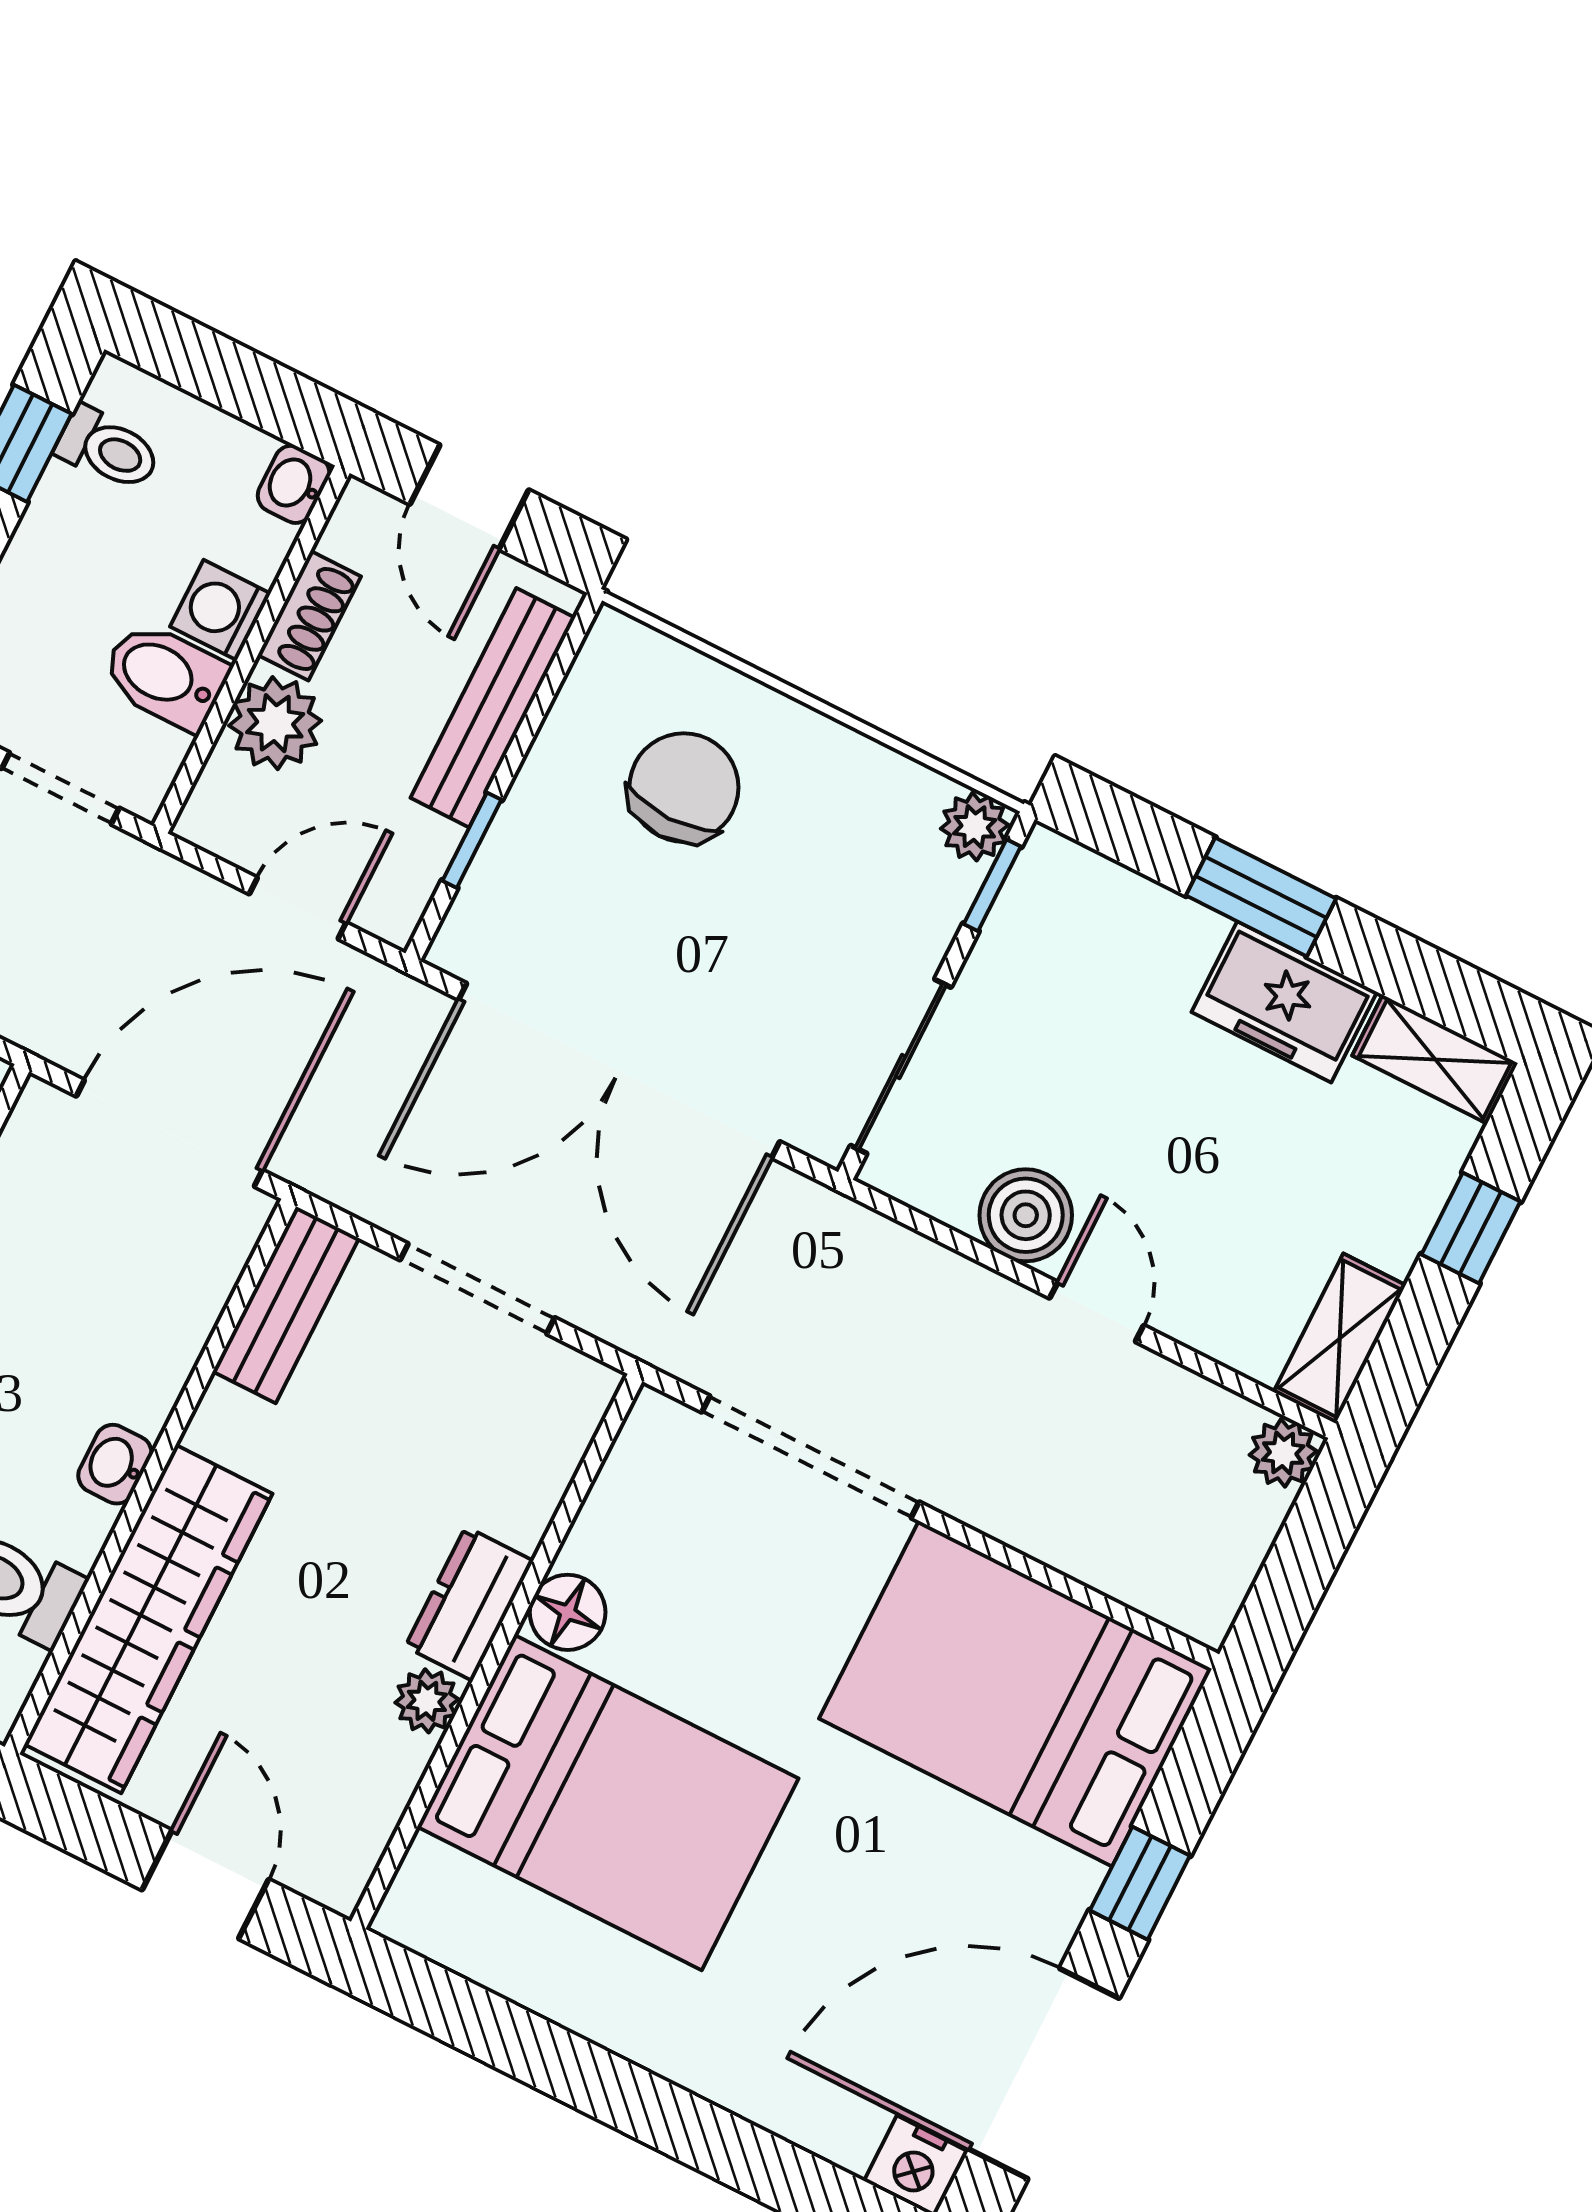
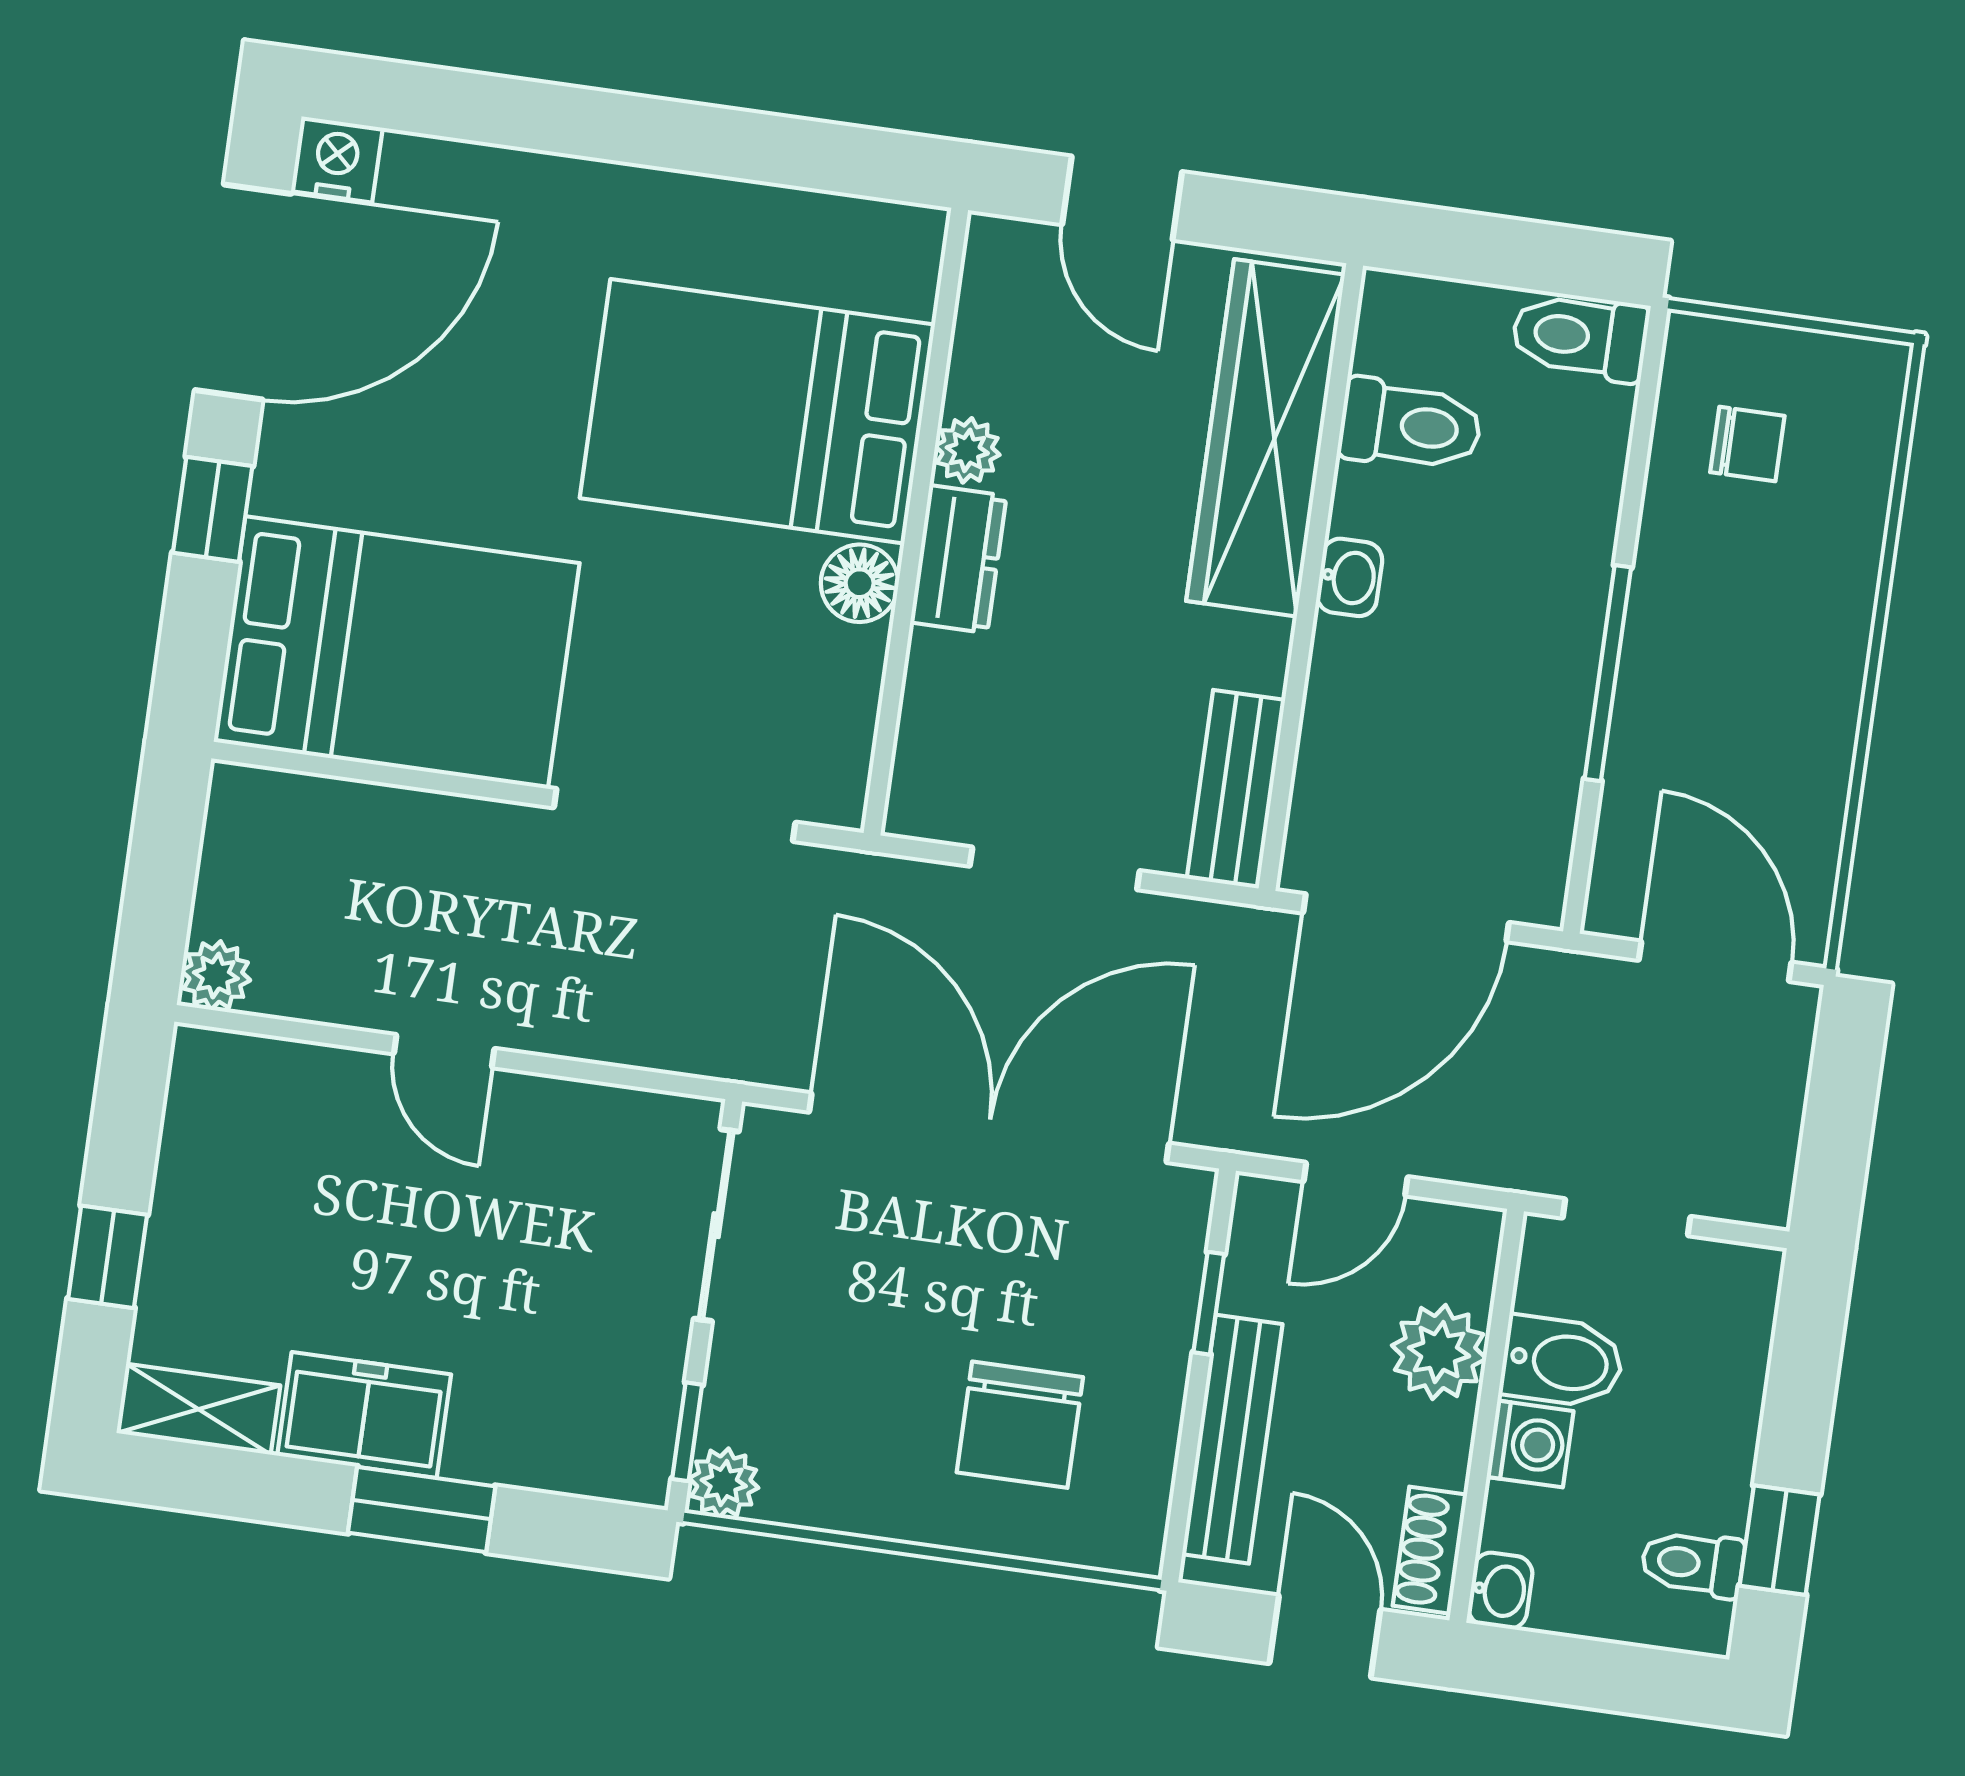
shoe rack: (309, 616) -> (1430, 1550), moved
boiler: (1026, 1215) -> (545, 1122), removed
shelving: (1340, 1339) -> (199, 1106), removed

